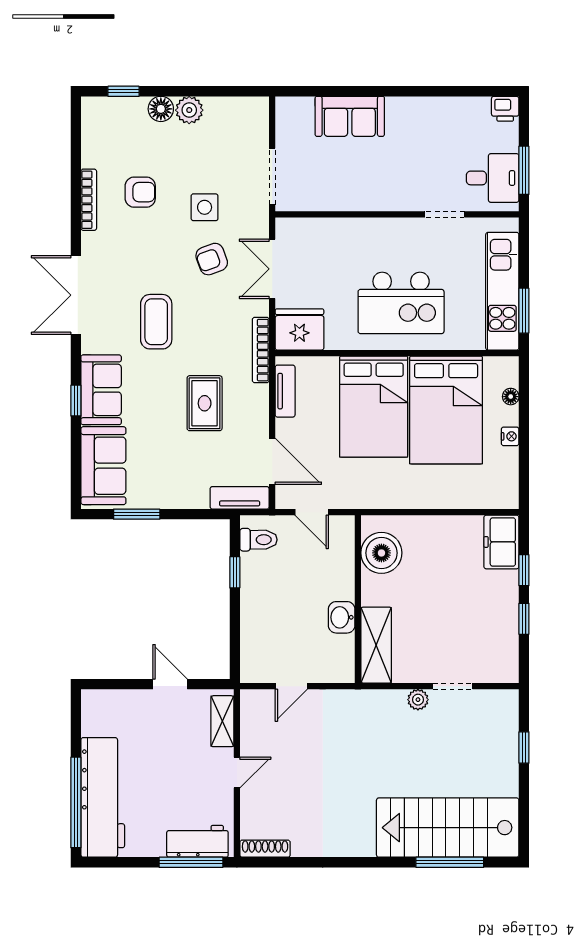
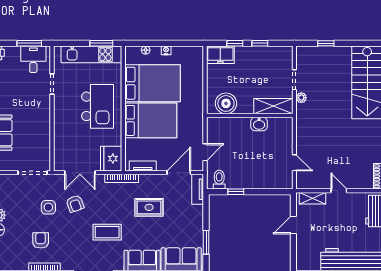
boiler: (381, 553) -> (226, 103), moved
wall: (358, 599) -> (250, 116), moved
washbasin: (342, 617) -> (259, 124), moved
shelving: (376, 645) -> (273, 106), moved

